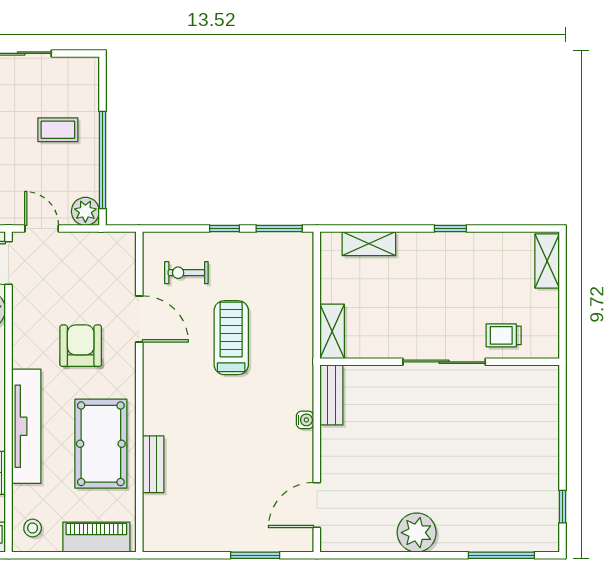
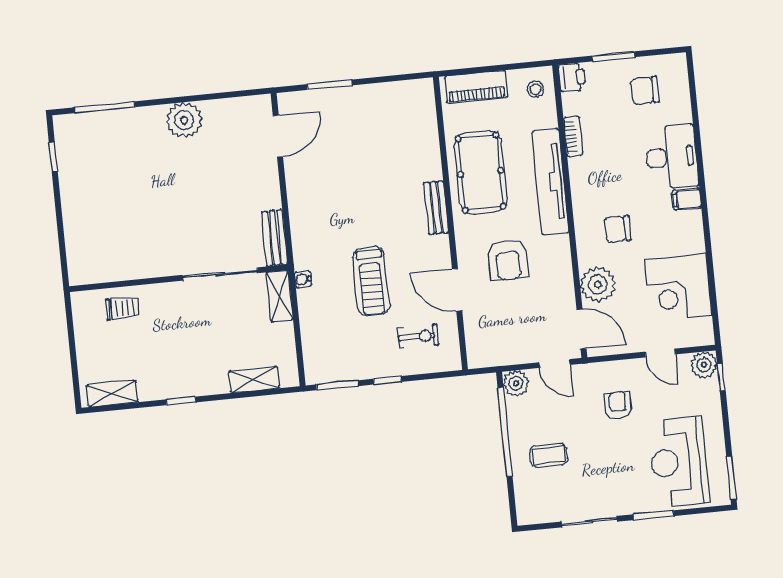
shelving: (547, 261) -> (112, 394), moved, turned 90
sliding door: (444, 362) -> (220, 274), moved
water cooler: (305, 420) -> (303, 279), moved
bench: (153, 464) -> (436, 208), moved

